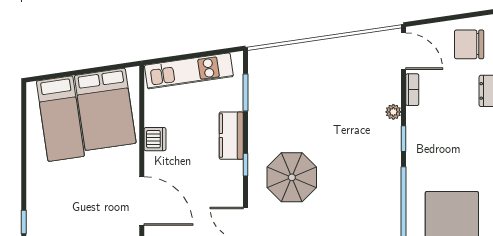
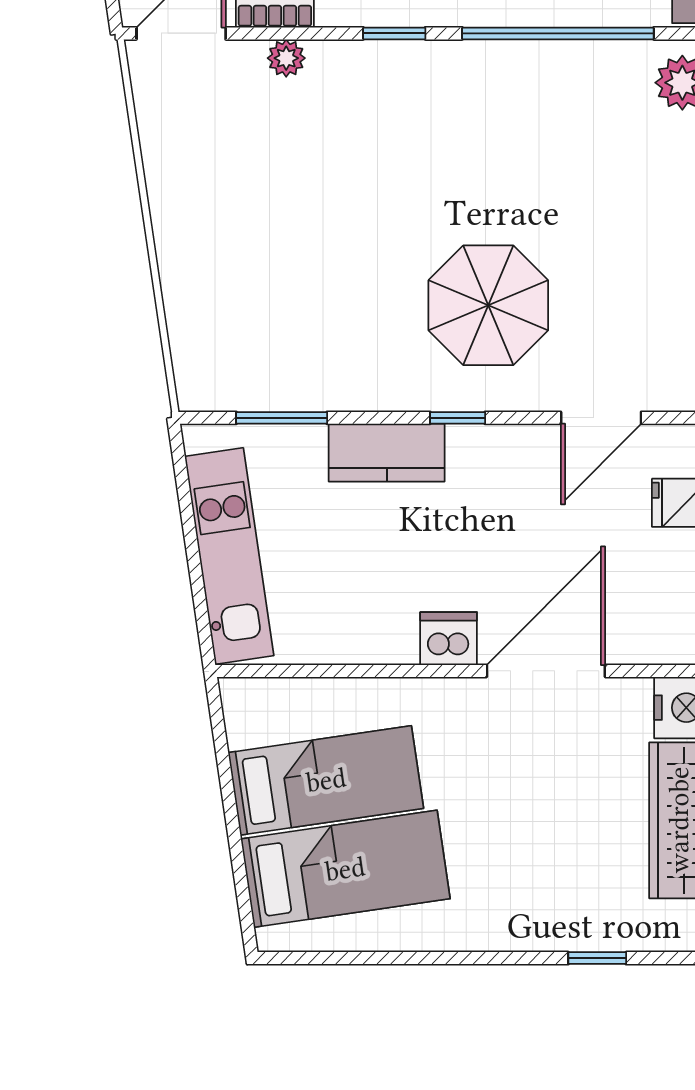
bed: (105, 109) -> (326, 780), width x0.67
plant: (393, 112) -> (286, 58), moved
dishwasher: (155, 139) -> (449, 639), moved

